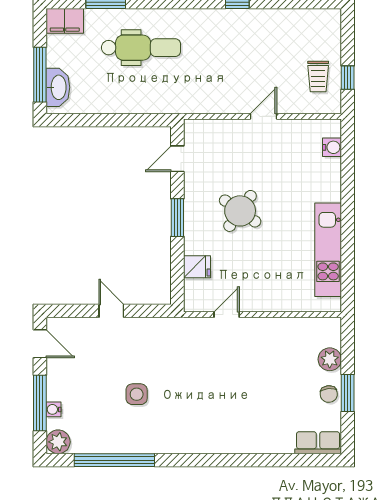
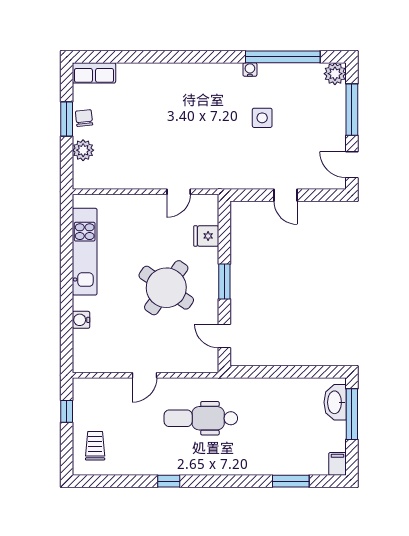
filing cabinet: (65, 21) -> (337, 464), width x0.50
dental chair: (141, 48) -> (201, 418), moved
trolley: (318, 76) -> (95, 446), moved
water cooler: (332, 147) -> (81, 320), moved
door: (177, 159) -> (224, 336), swing flipped
round table: (240, 211) -> (166, 288), width x1.36, depth x1.36
water cooler: (54, 409) -> (250, 69), moved, turned -90

